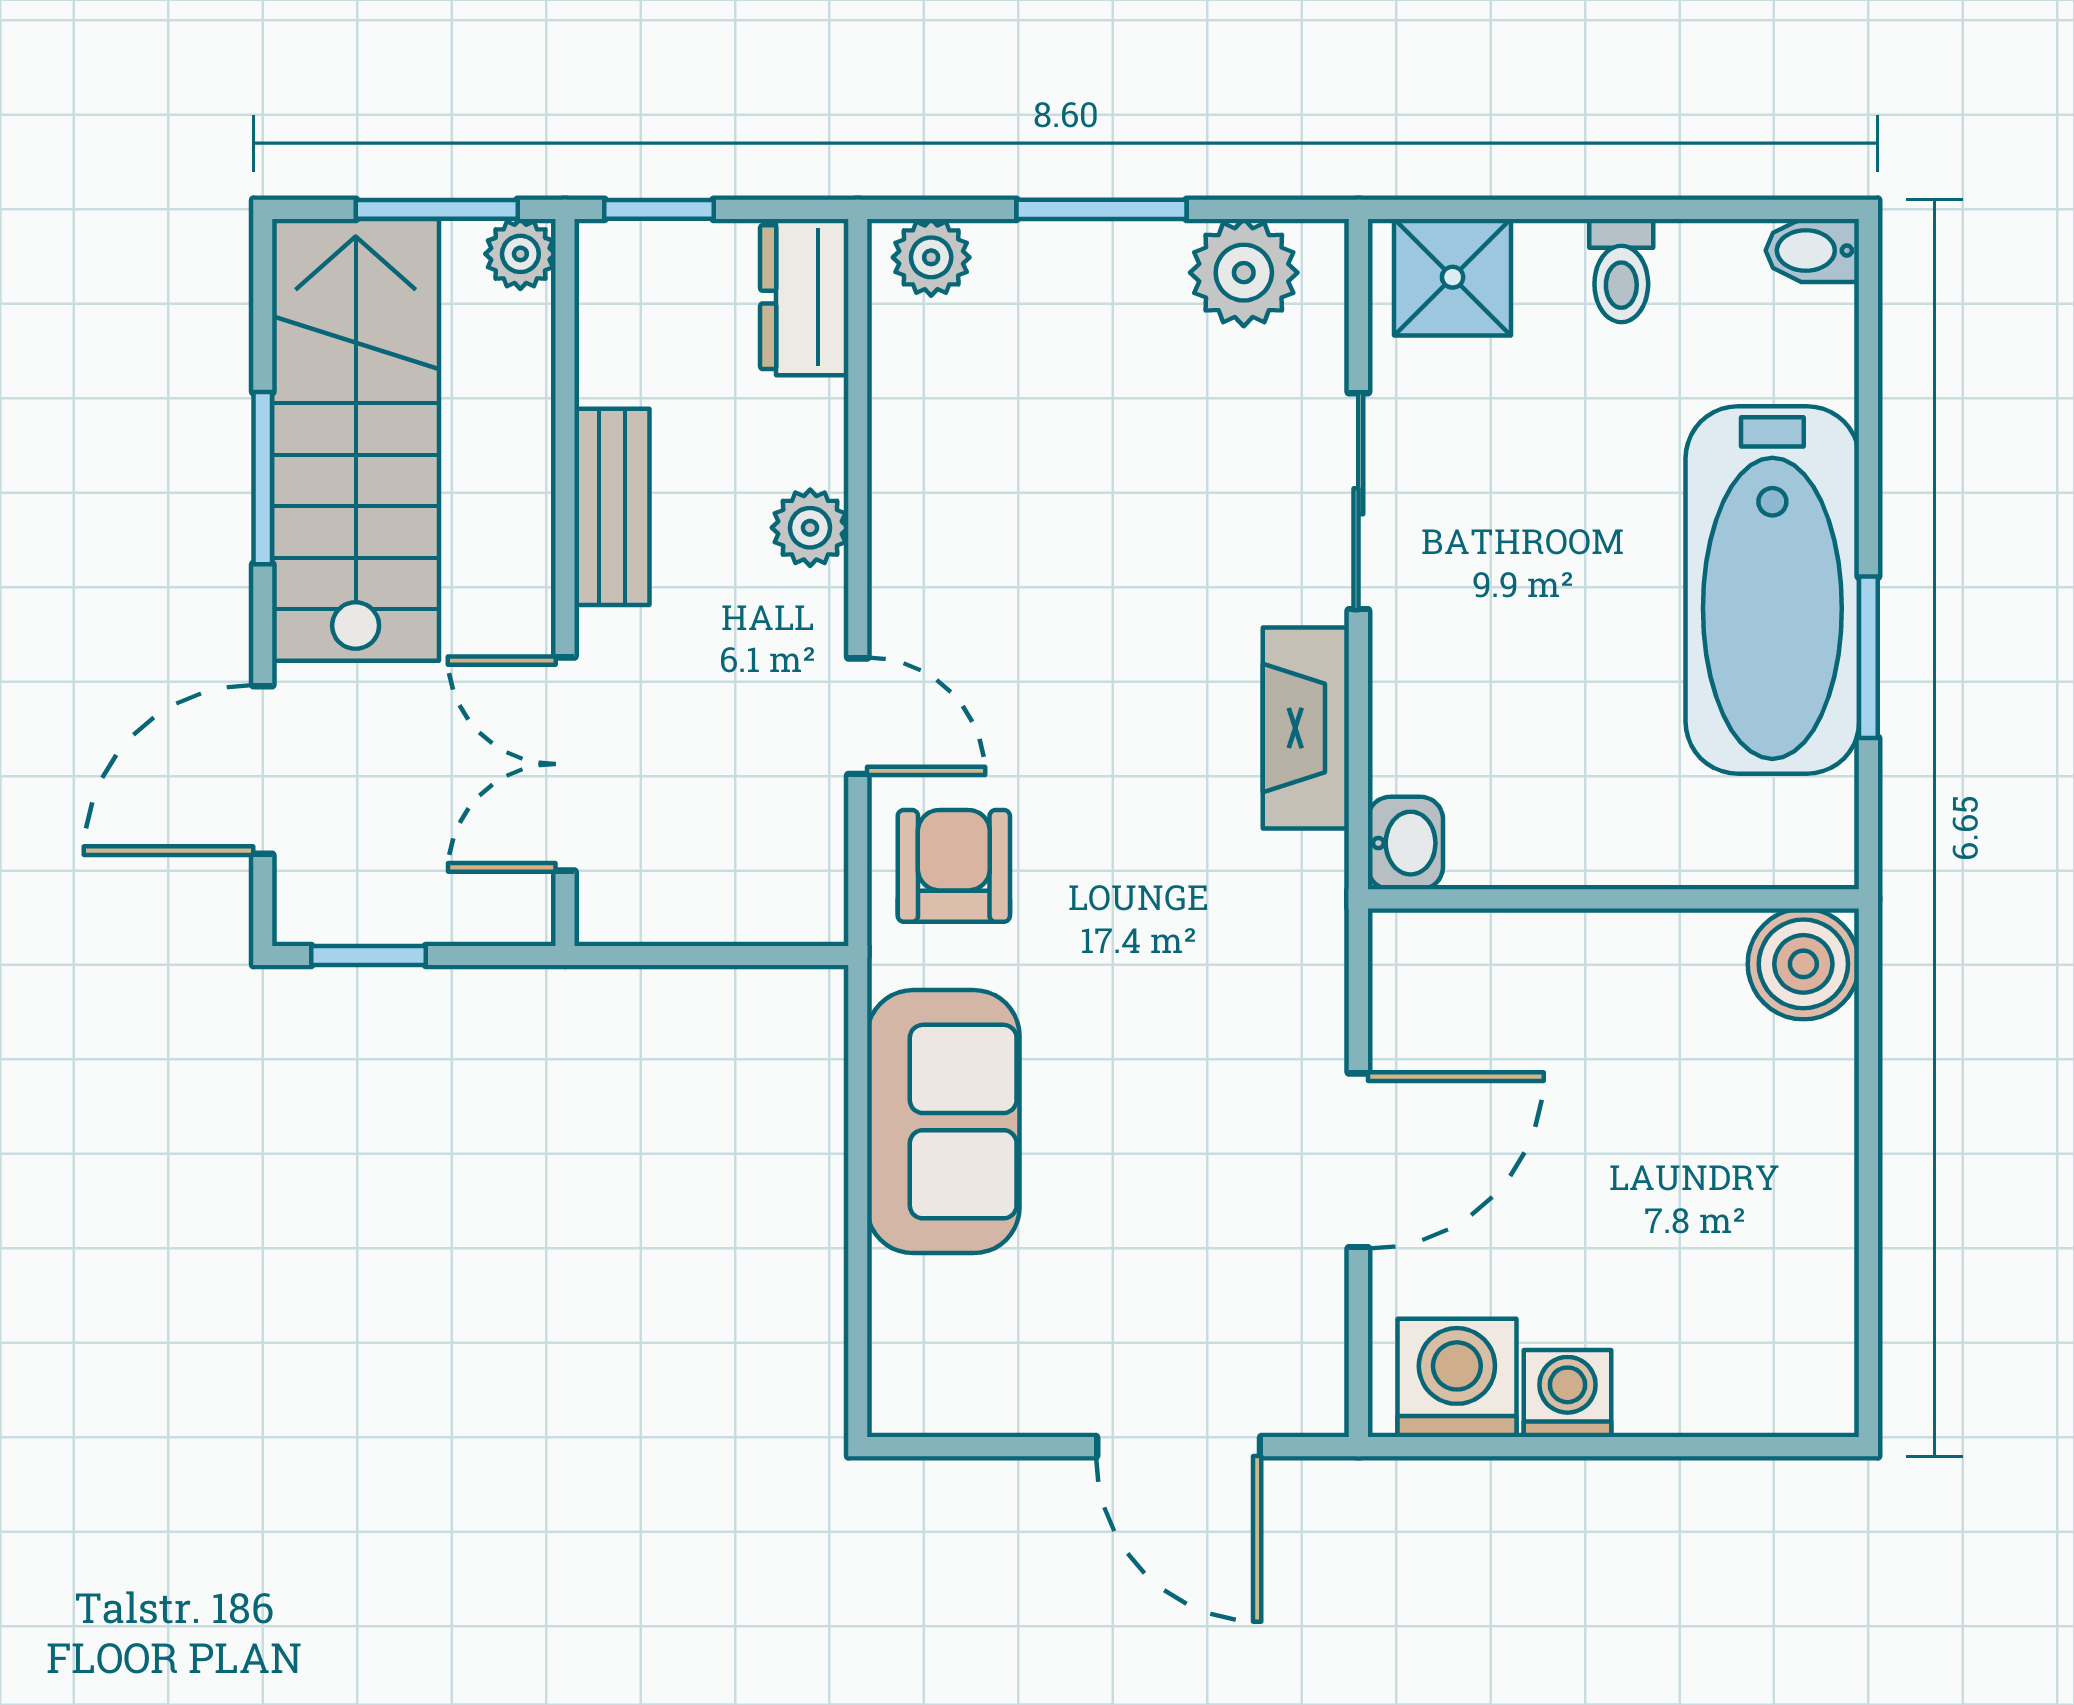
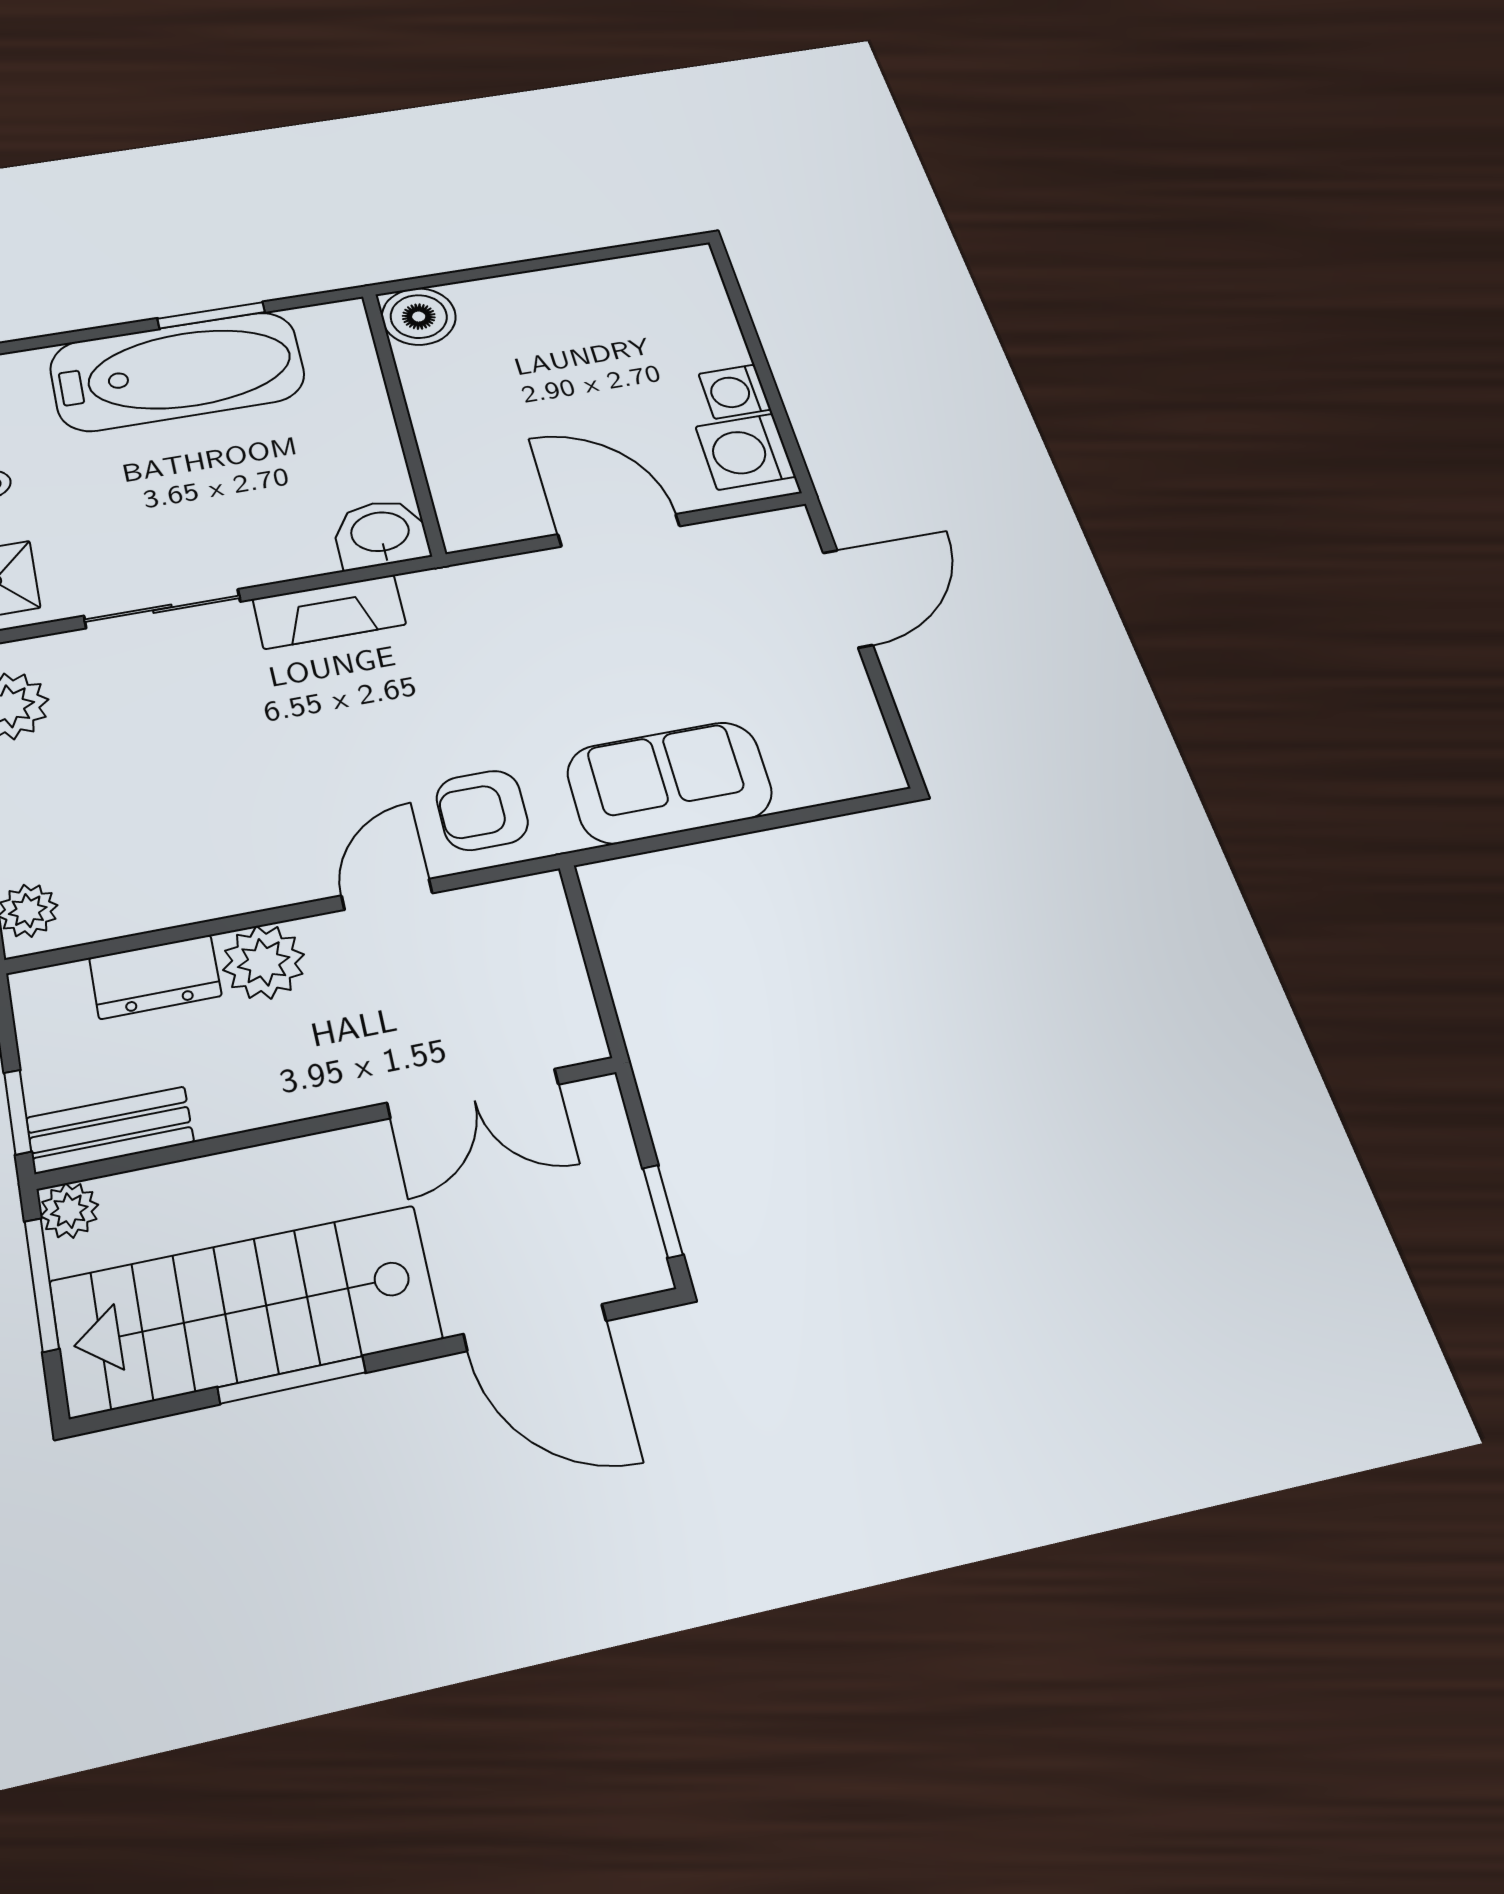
dresser: (804, 297) -> (155, 977), moved
bench: (612, 507) -> (110, 1130), moved
plant: (810, 528) -> (264, 962), width x1.38, depth x1.38
washbasin: (1405, 843) -> (380, 534), width x1.38, depth x1.45

